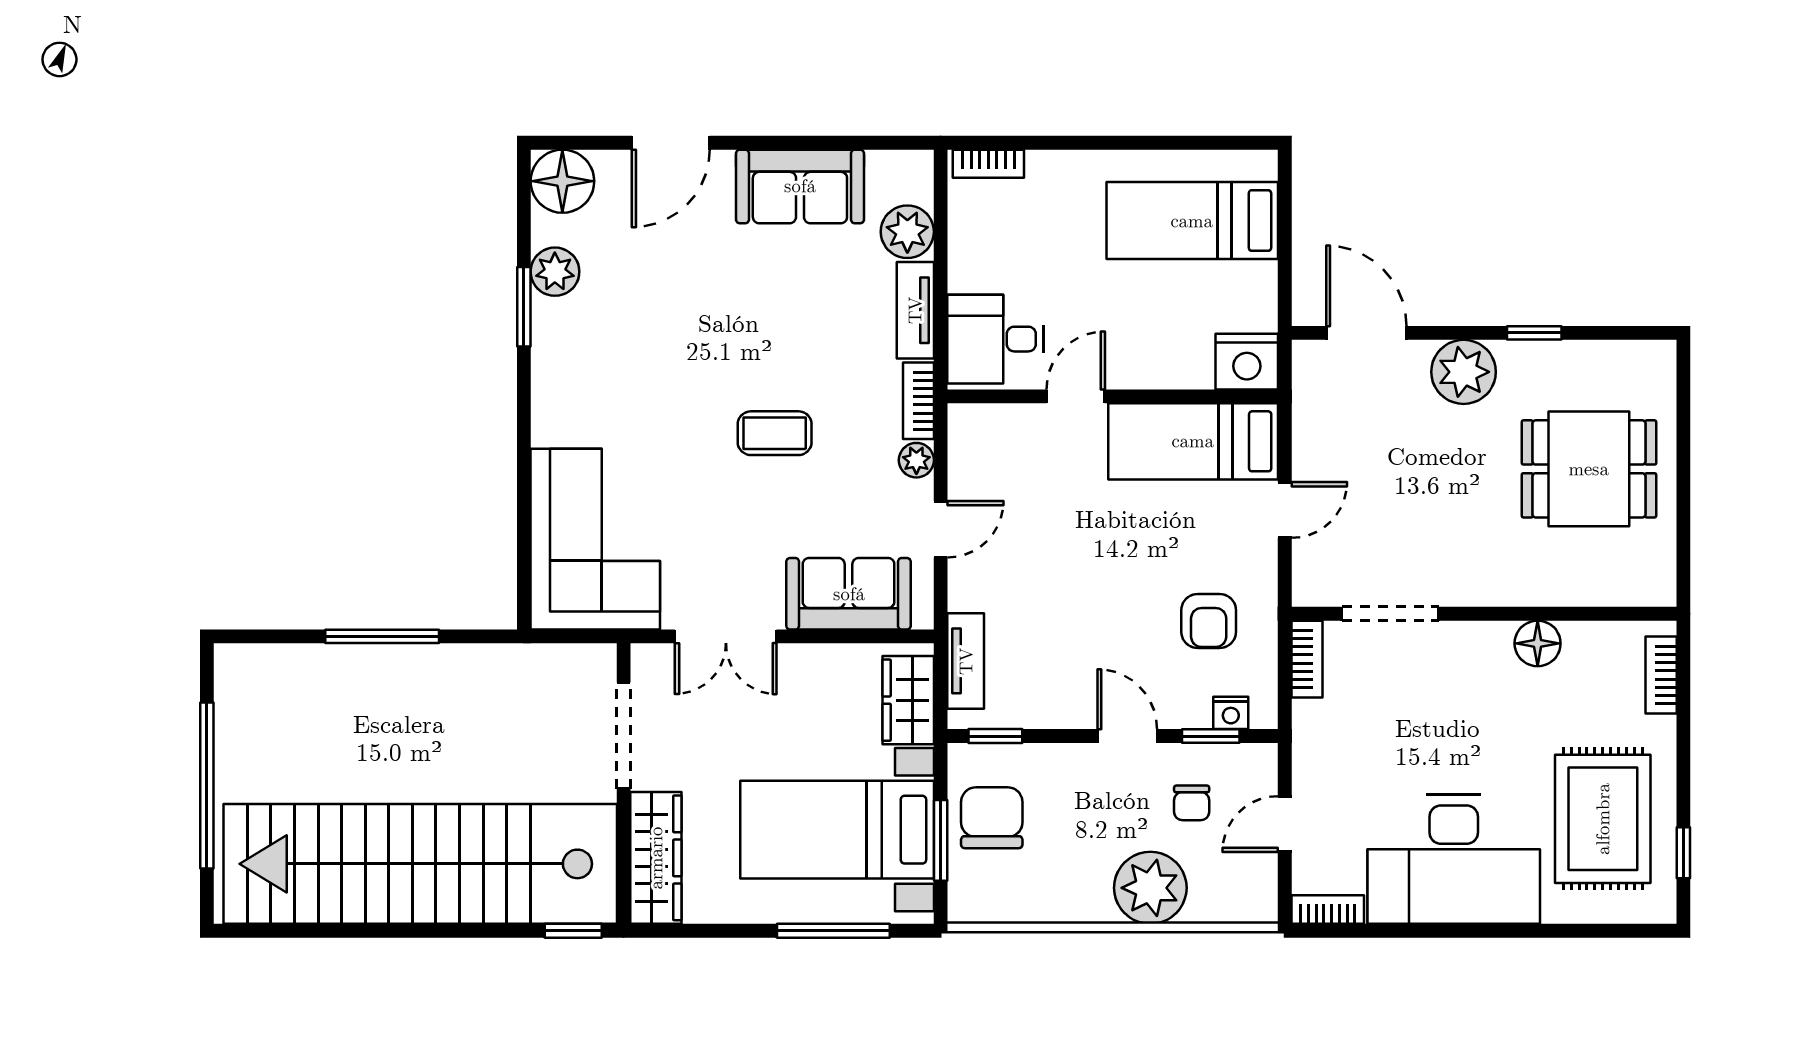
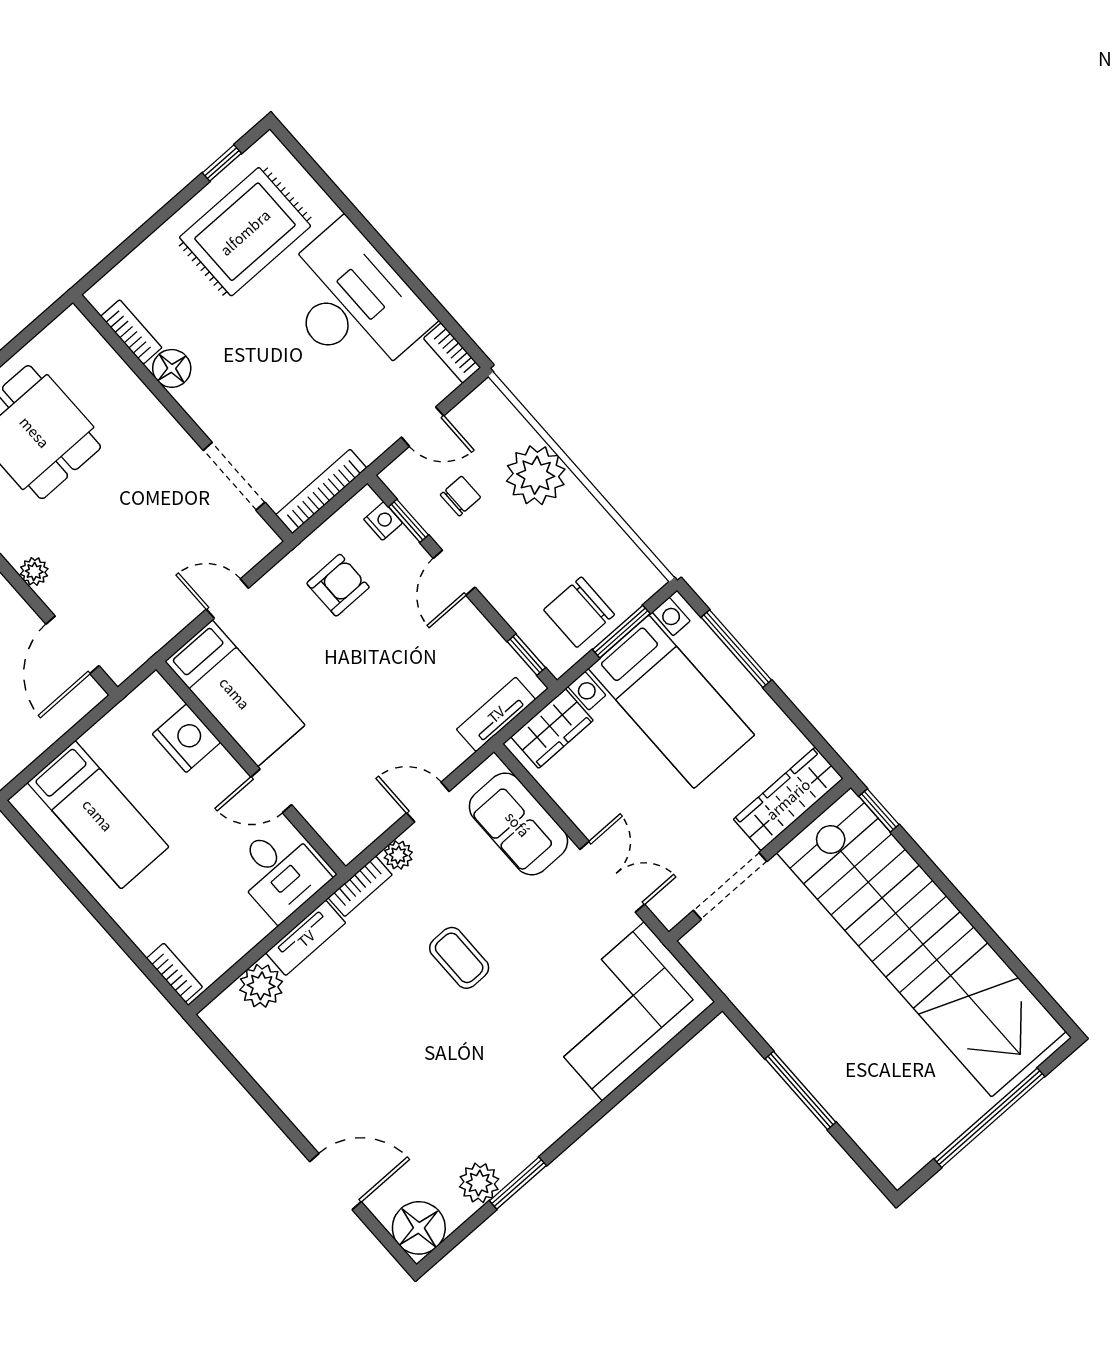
sofa: (800, 186) -> (292, 1077), removed
nightstand: (1247, 362) -> (186, 738), moved
plant: (1464, 372) -> (34, 571), width x0.53, depth x0.53
bookcase: (1307, 659) -> (321, 491), width x1.56
bookcase: (1661, 675) -> (131, 332), moved, turned -90

